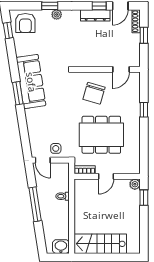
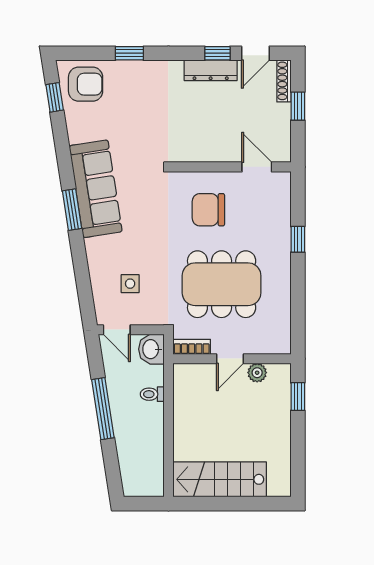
plant: (57, 14) -> (141, 69), removed
armchair: (25, 23) -> (86, 84), turned -90
door: (121, 69) -> (257, 167), swing flipped
chair: (94, 93) -> (208, 210), turned 74
side table: (56, 148) -> (130, 284), moved
plant: (135, 184) -> (257, 373), moved
washbasin: (61, 247) -> (151, 349), moved, turned -90

